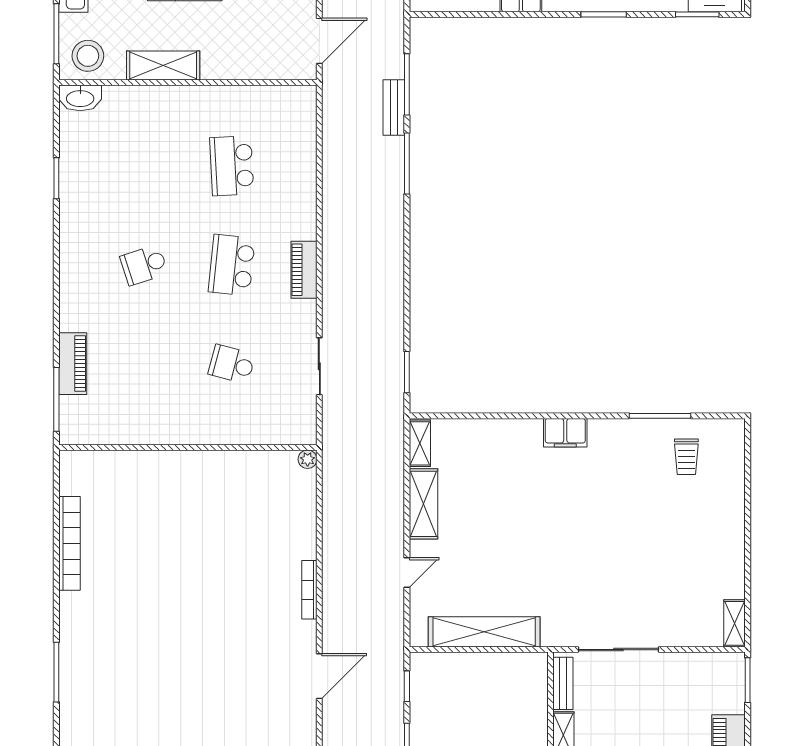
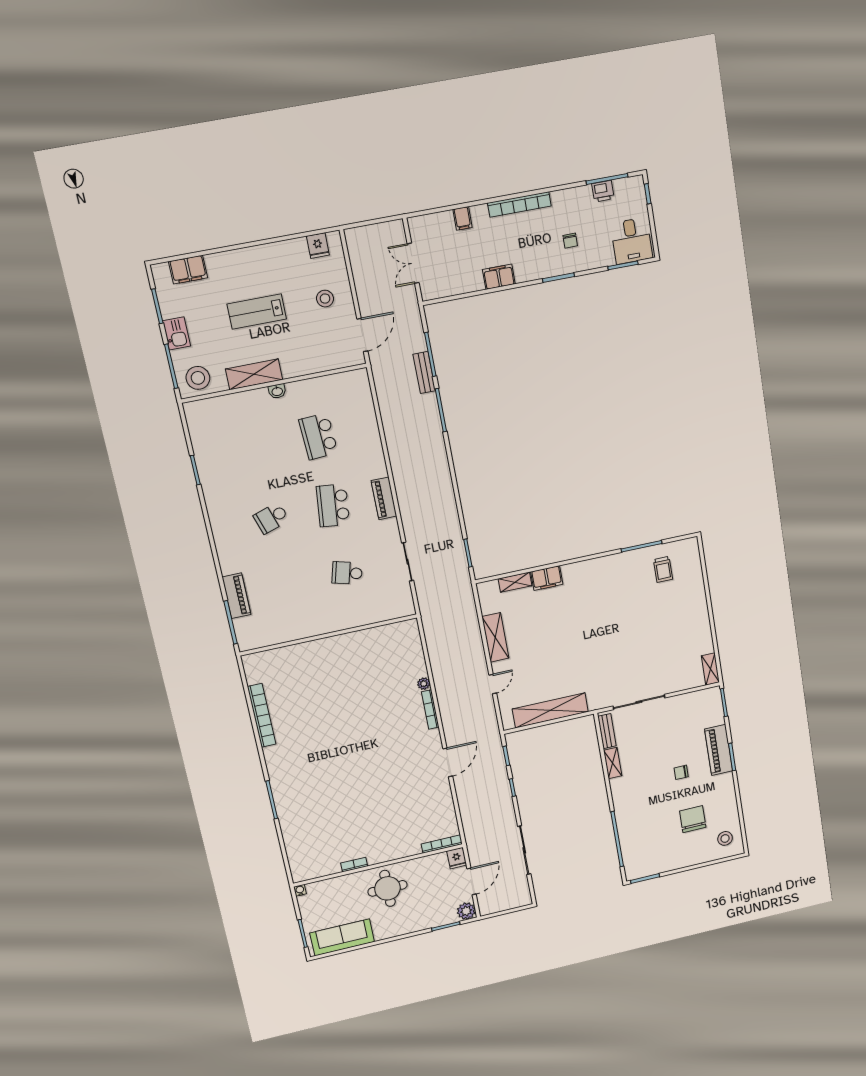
washbasin: (80, 98) -> (277, 391), moved, width x0.52, depth x0.69
filing cabinet: (565, 433) -> (547, 578), moved
shelving: (420, 443) -> (515, 582), moved, turned 90
plant: (308, 459) -> (424, 684), moved

